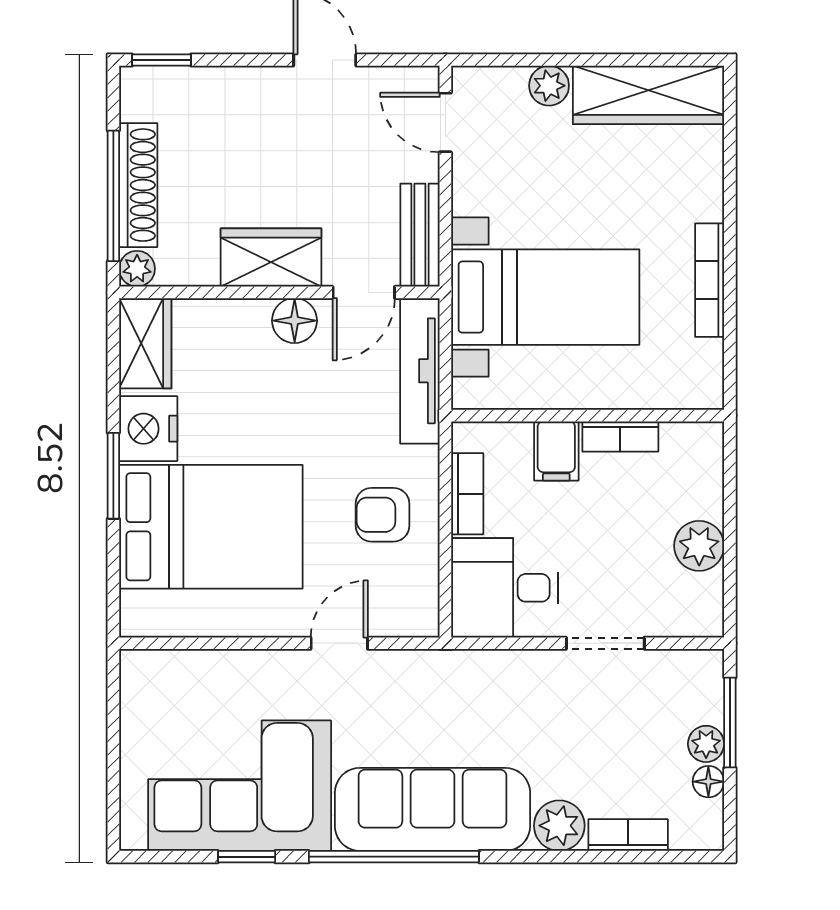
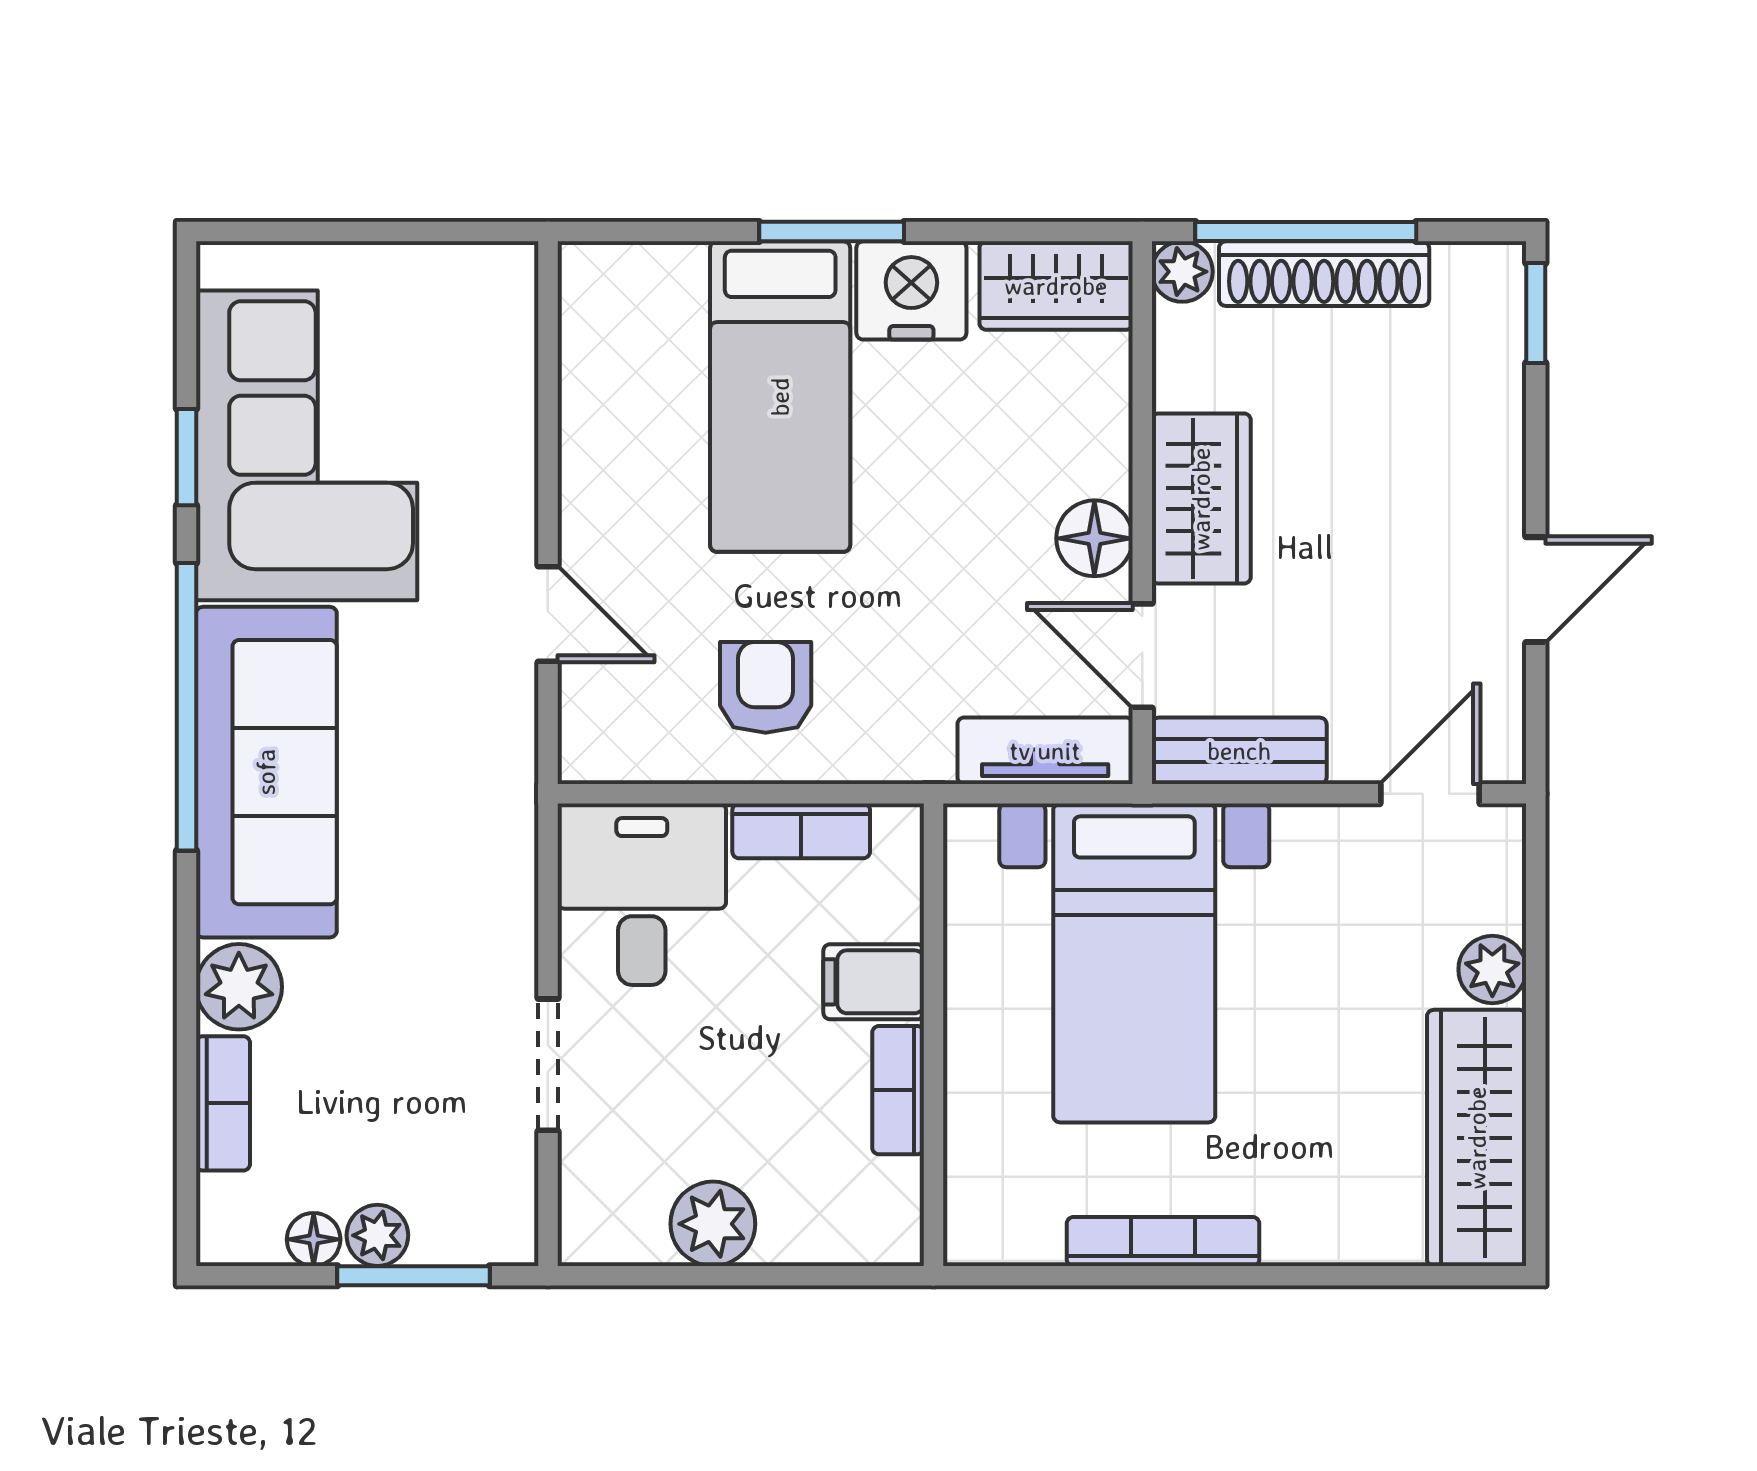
tv unit: (420, 371) -> (1045, 751), width x0.71
bed: (211, 527) -> (780, 397), width x0.67

